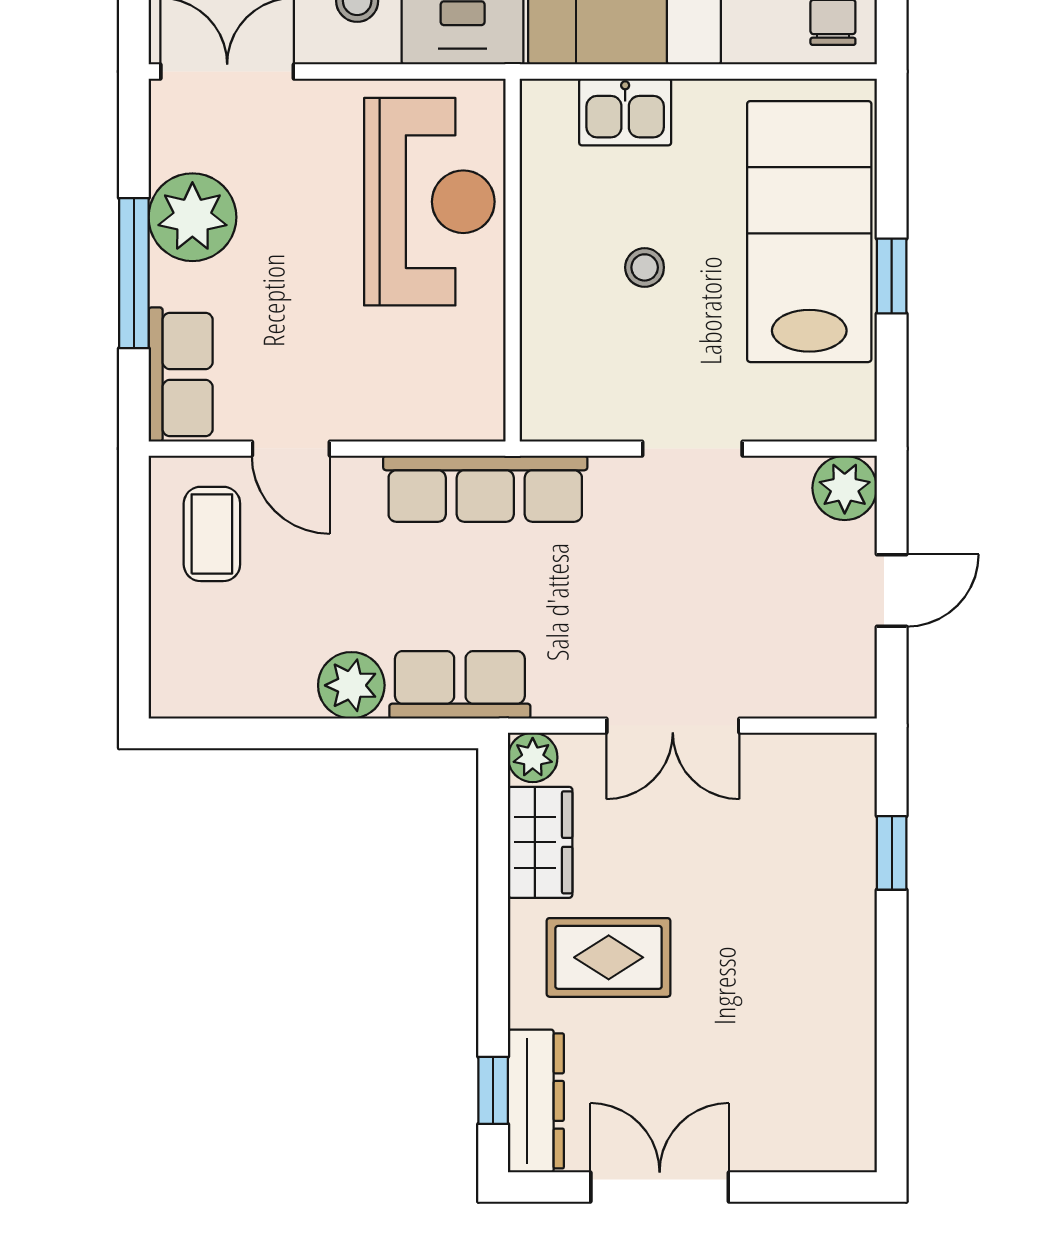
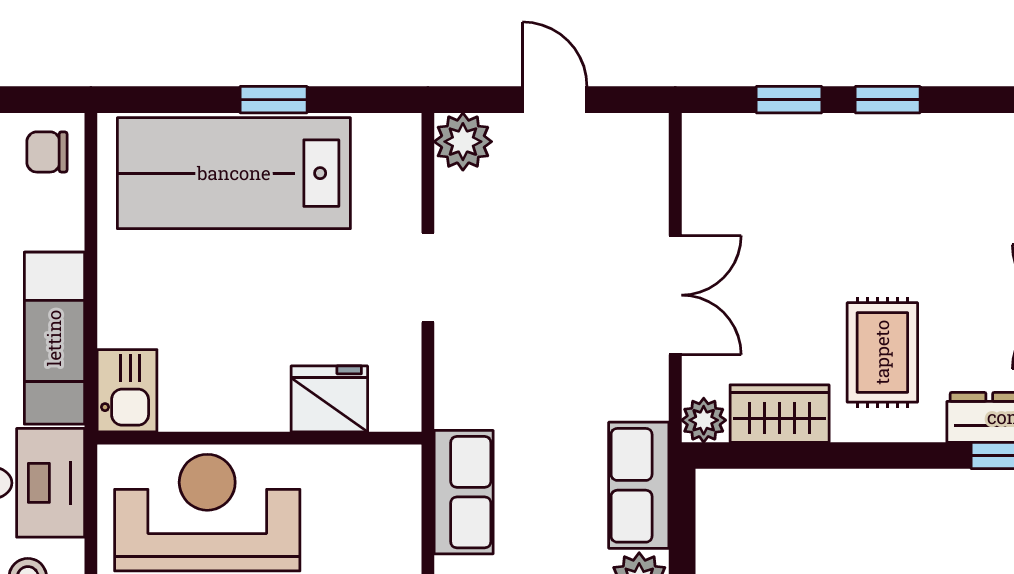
kitchen sink: (625, 112) -> (127, 391), moved
stool: (645, 267) -> (266, 320), removed
fridge: (557, 338) -> (329, 399), added
row of seats: (485, 489) -> (464, 492), width x0.68
window: (892, 963) -> (888, 100), added

